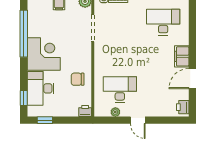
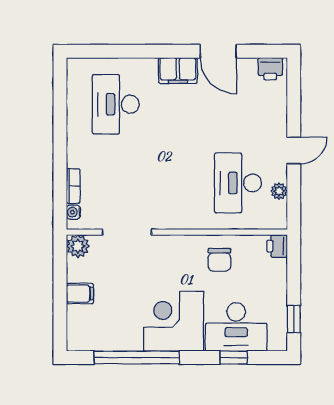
window: (24, 98) -> (234, 358), moved

